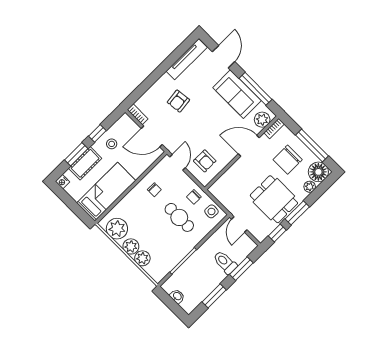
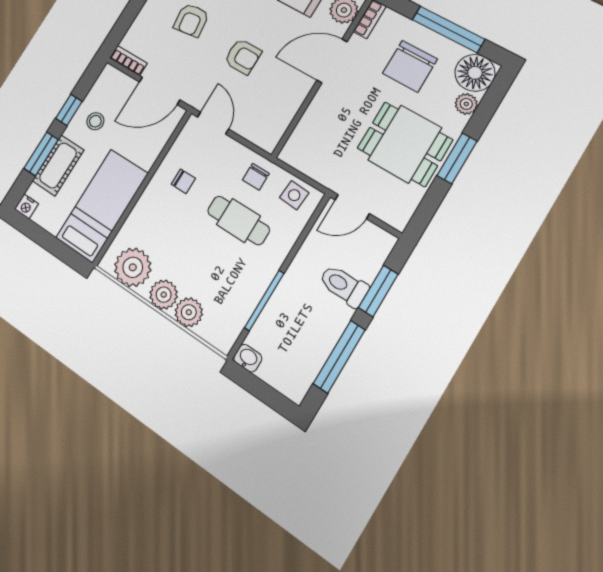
armchair: (205, 161) -> (243, 57), moved
door: (239, 224) -> (352, 207), hinge flipped
window: (277, 233) -> (429, 206), removed
washbasin: (177, 296) -> (248, 358), moved
window: (214, 296) -> (339, 357), width x1.44

